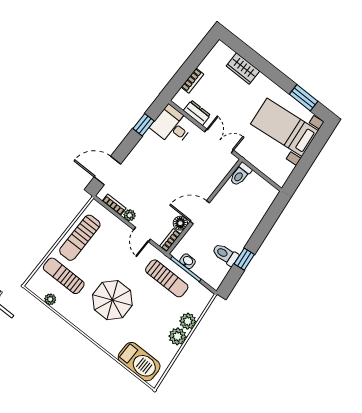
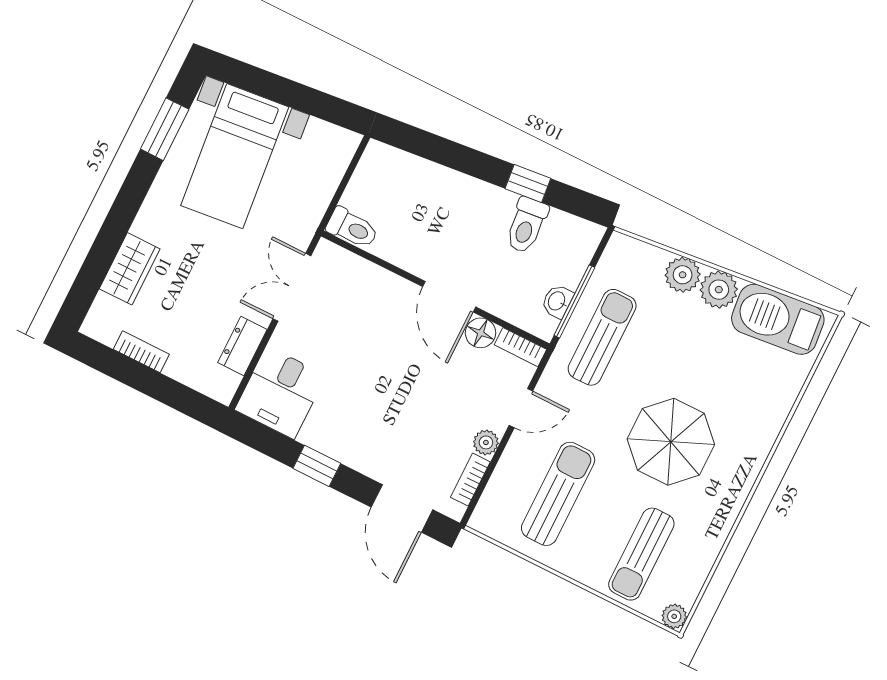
bookcase: (192, 81) -> (141, 352), moved
window: (143, 125) -> (317, 466), moved
sun lounger: (80, 238) -> (558, 494), moved, turned -90
plant: (50, 299) -> (674, 616), moved
barbecue: (139, 362) -> (778, 319), moved, turned -96

